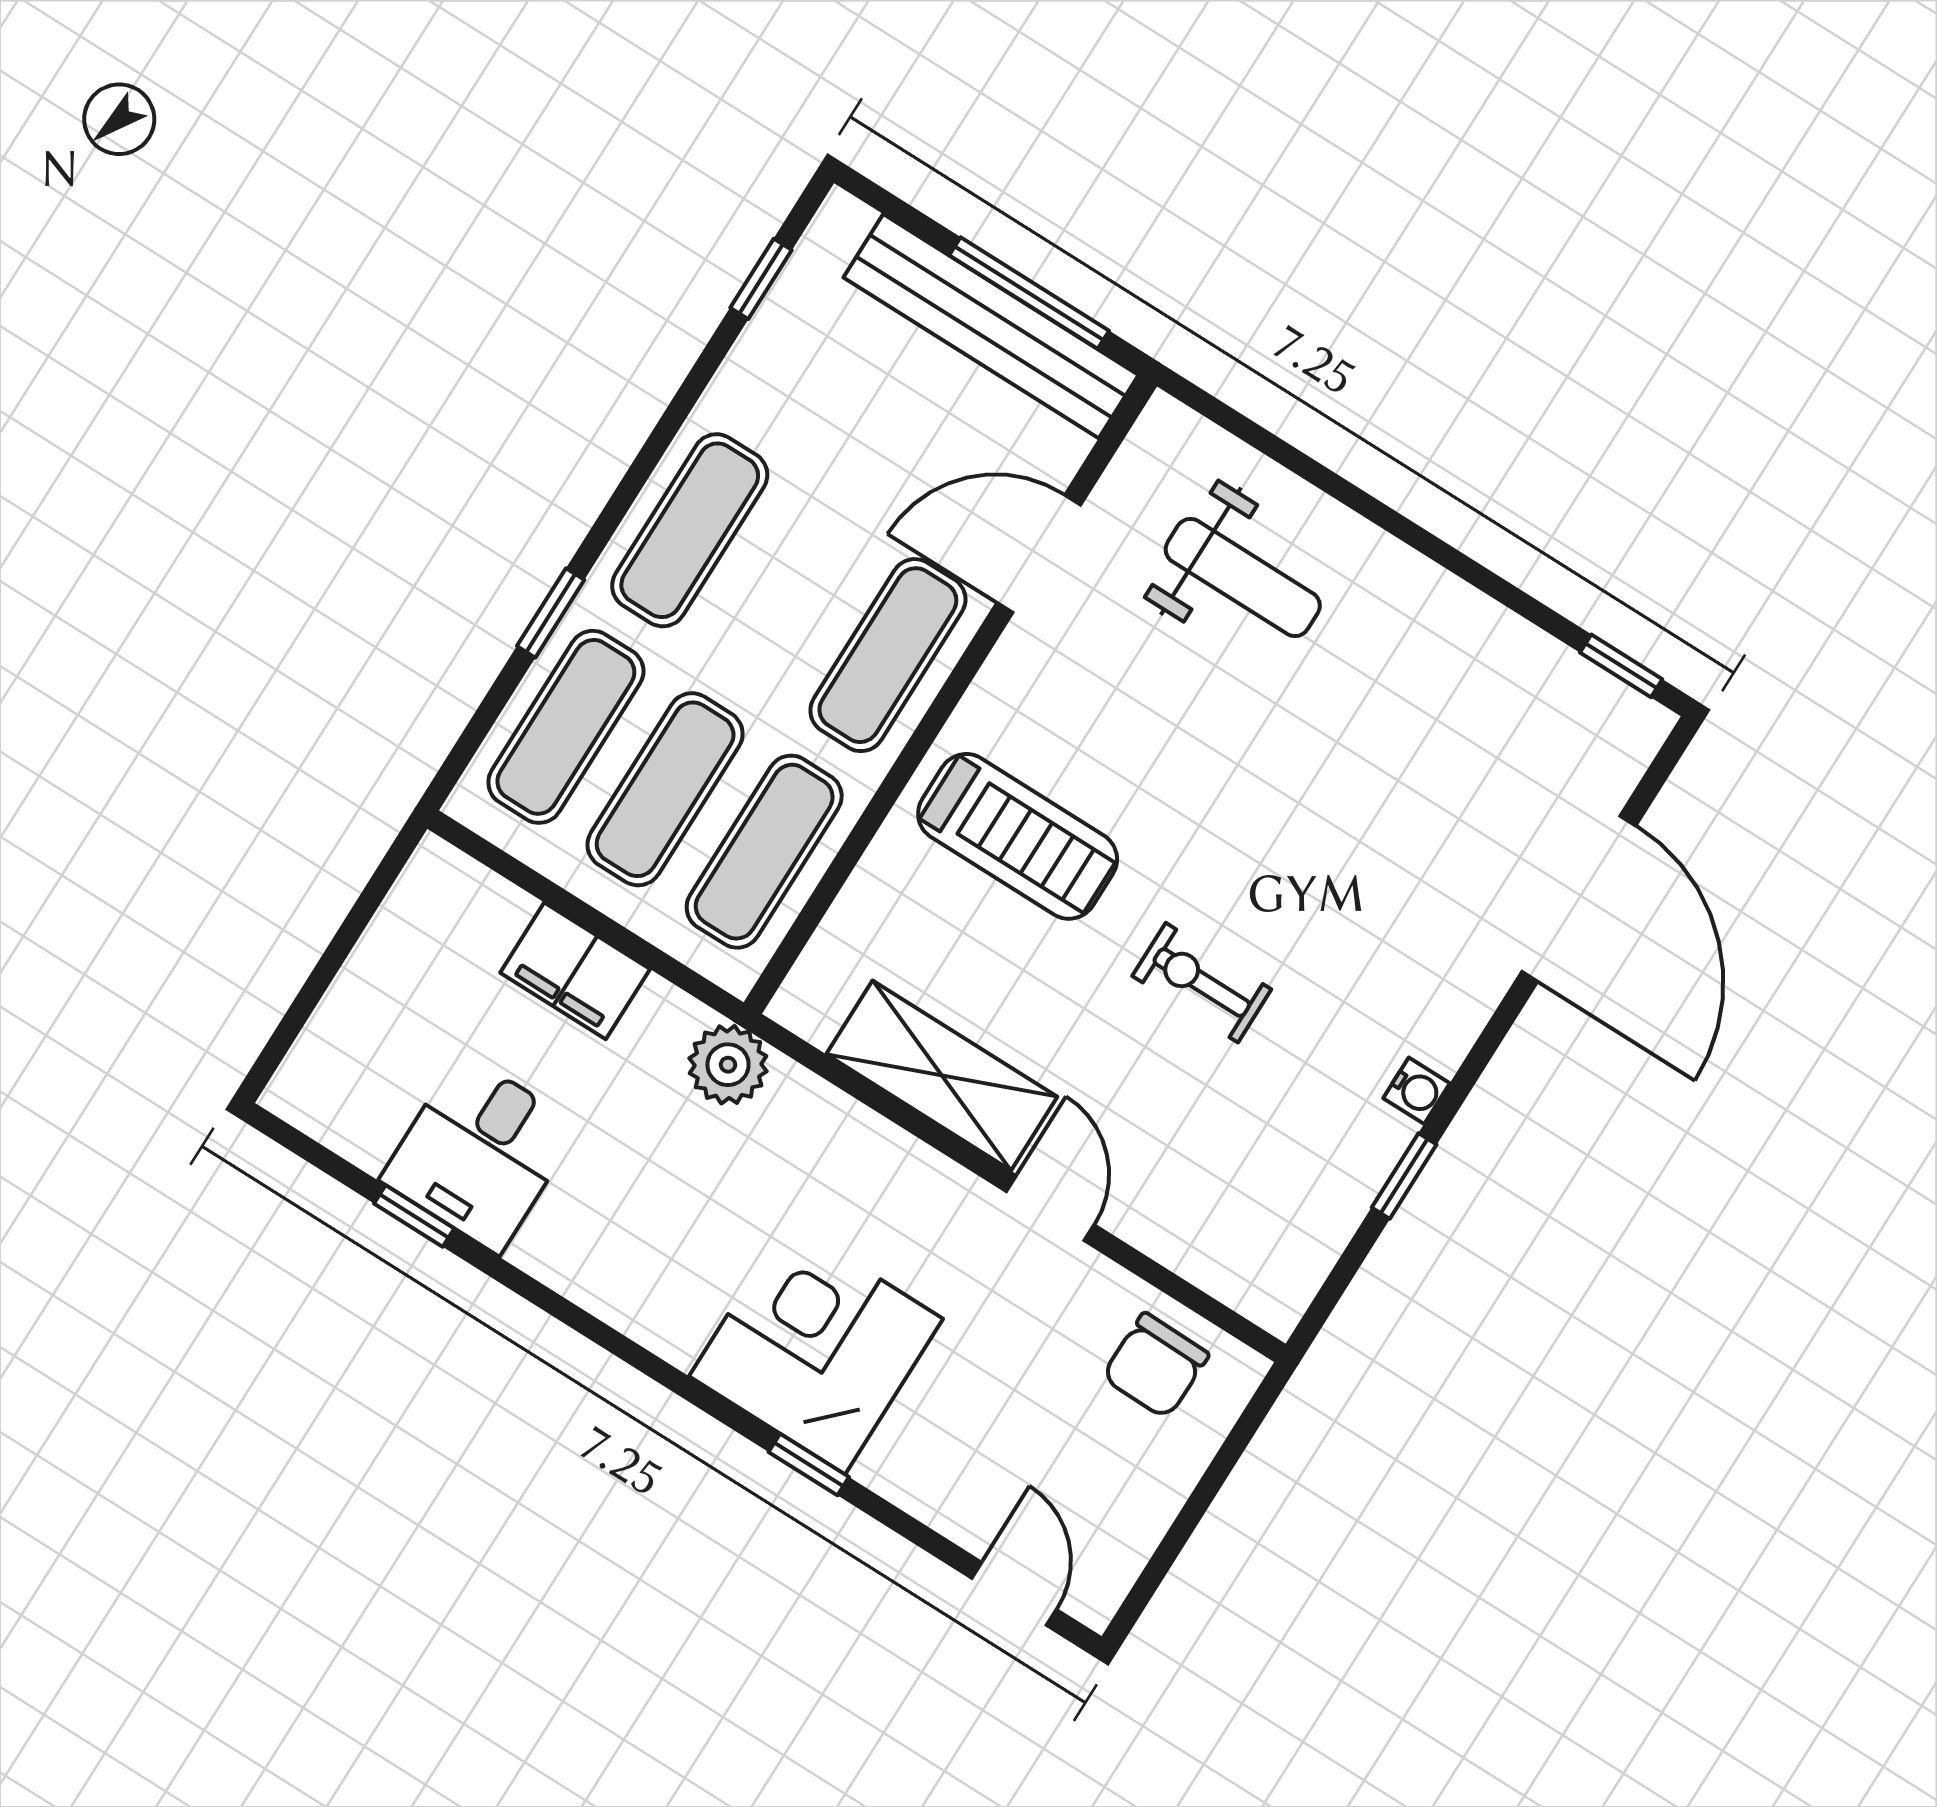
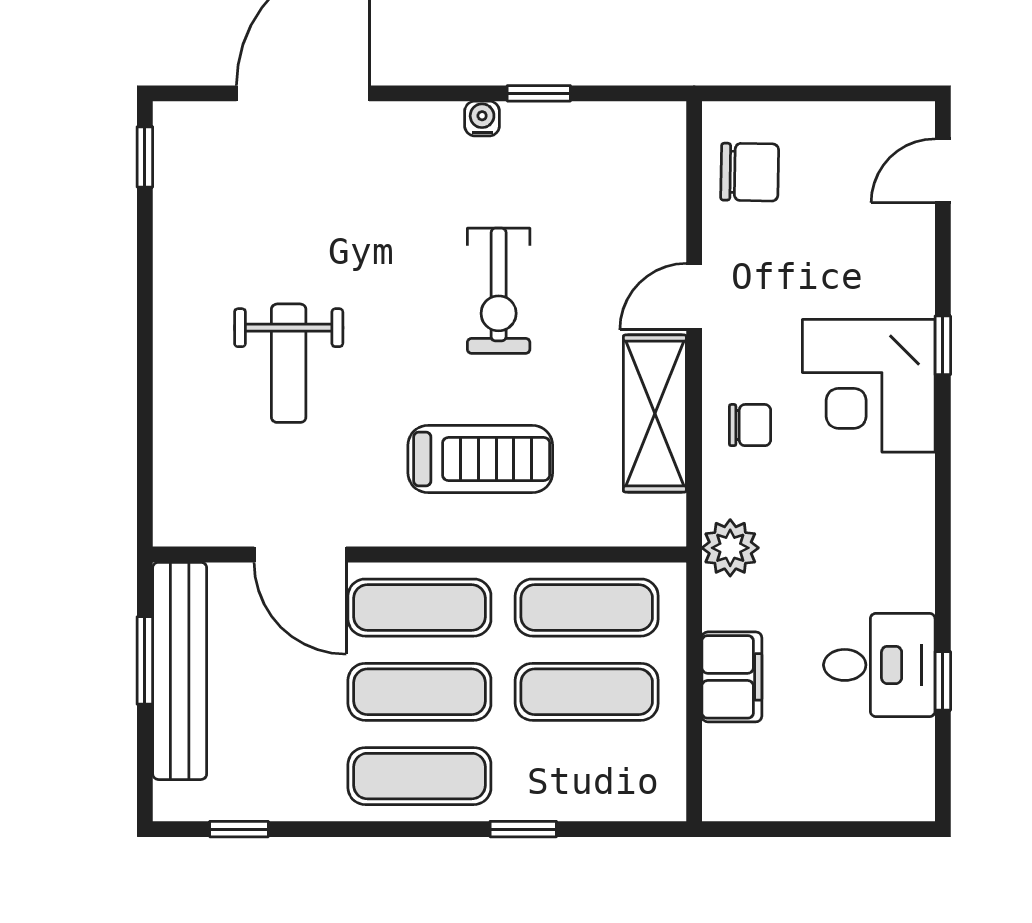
window: (1029, 293) -> (145, 660), width x0.69
weight bench: (1243, 577) -> (289, 363), moved, turned 180
exercise mat: (566, 727) -> (419, 692), moved
treadmill: (1018, 836) -> (480, 459), turned 90
exercise bike: (1202, 983) -> (499, 291), width x1.38, depth x1.39
chair: (858, 1179) -> (750, 425), added

